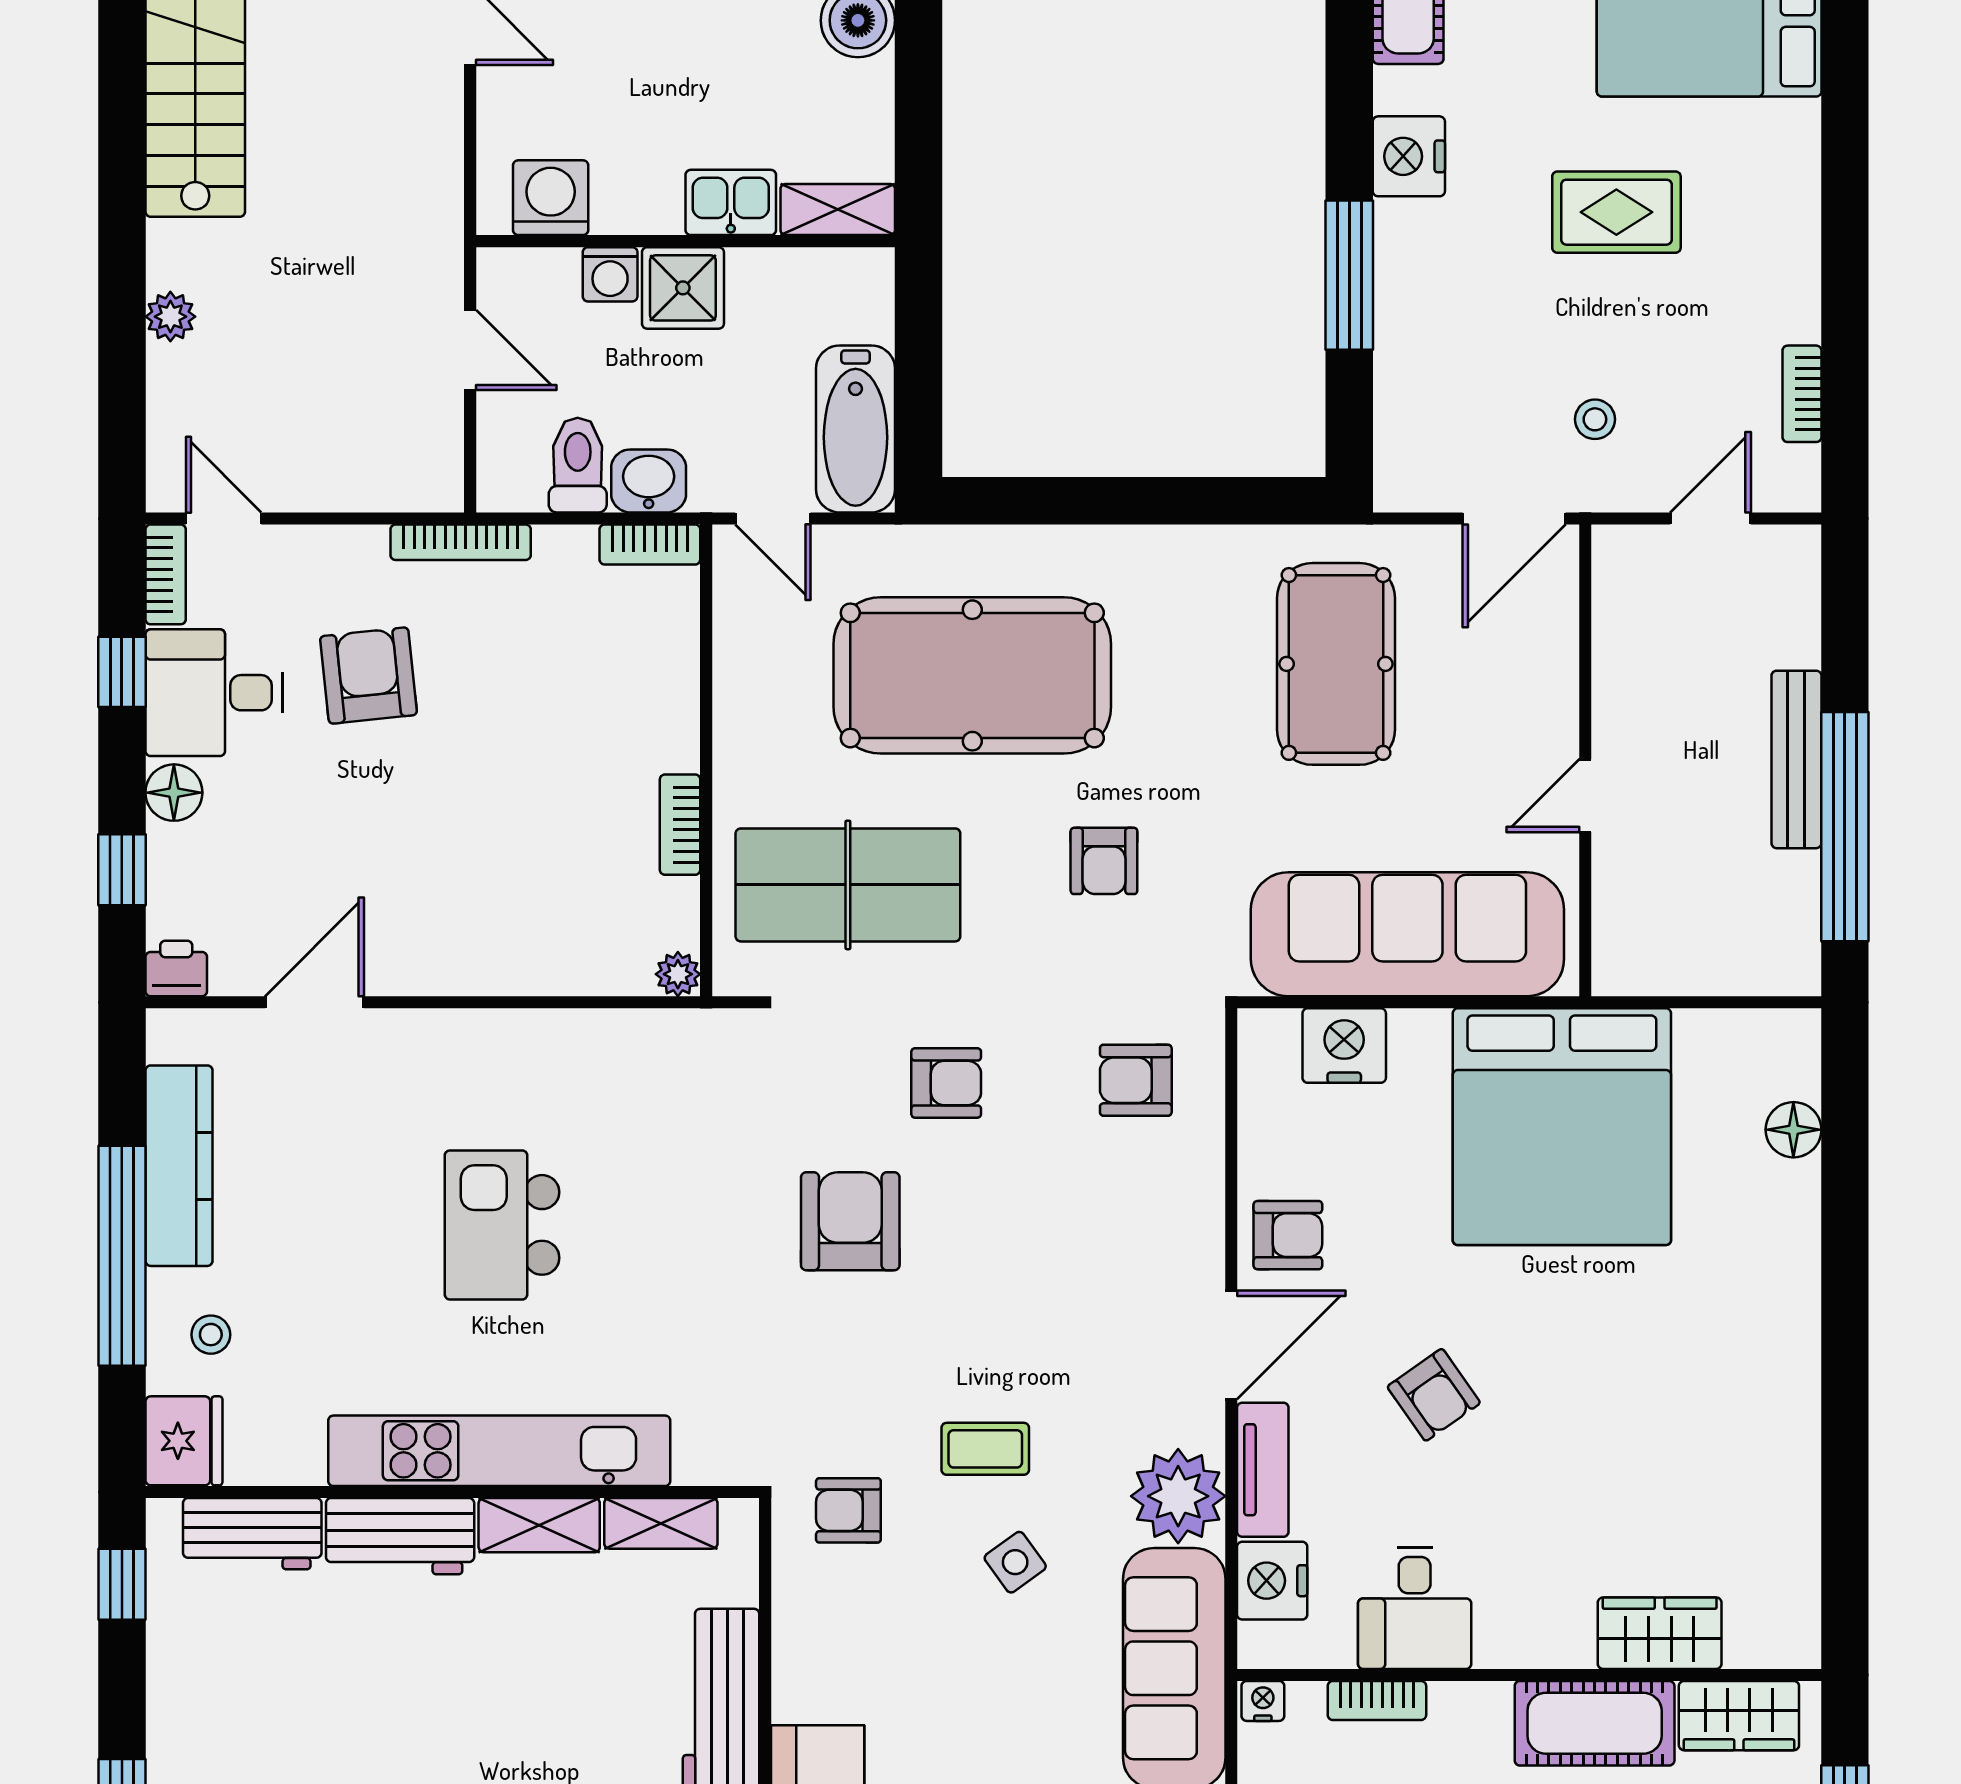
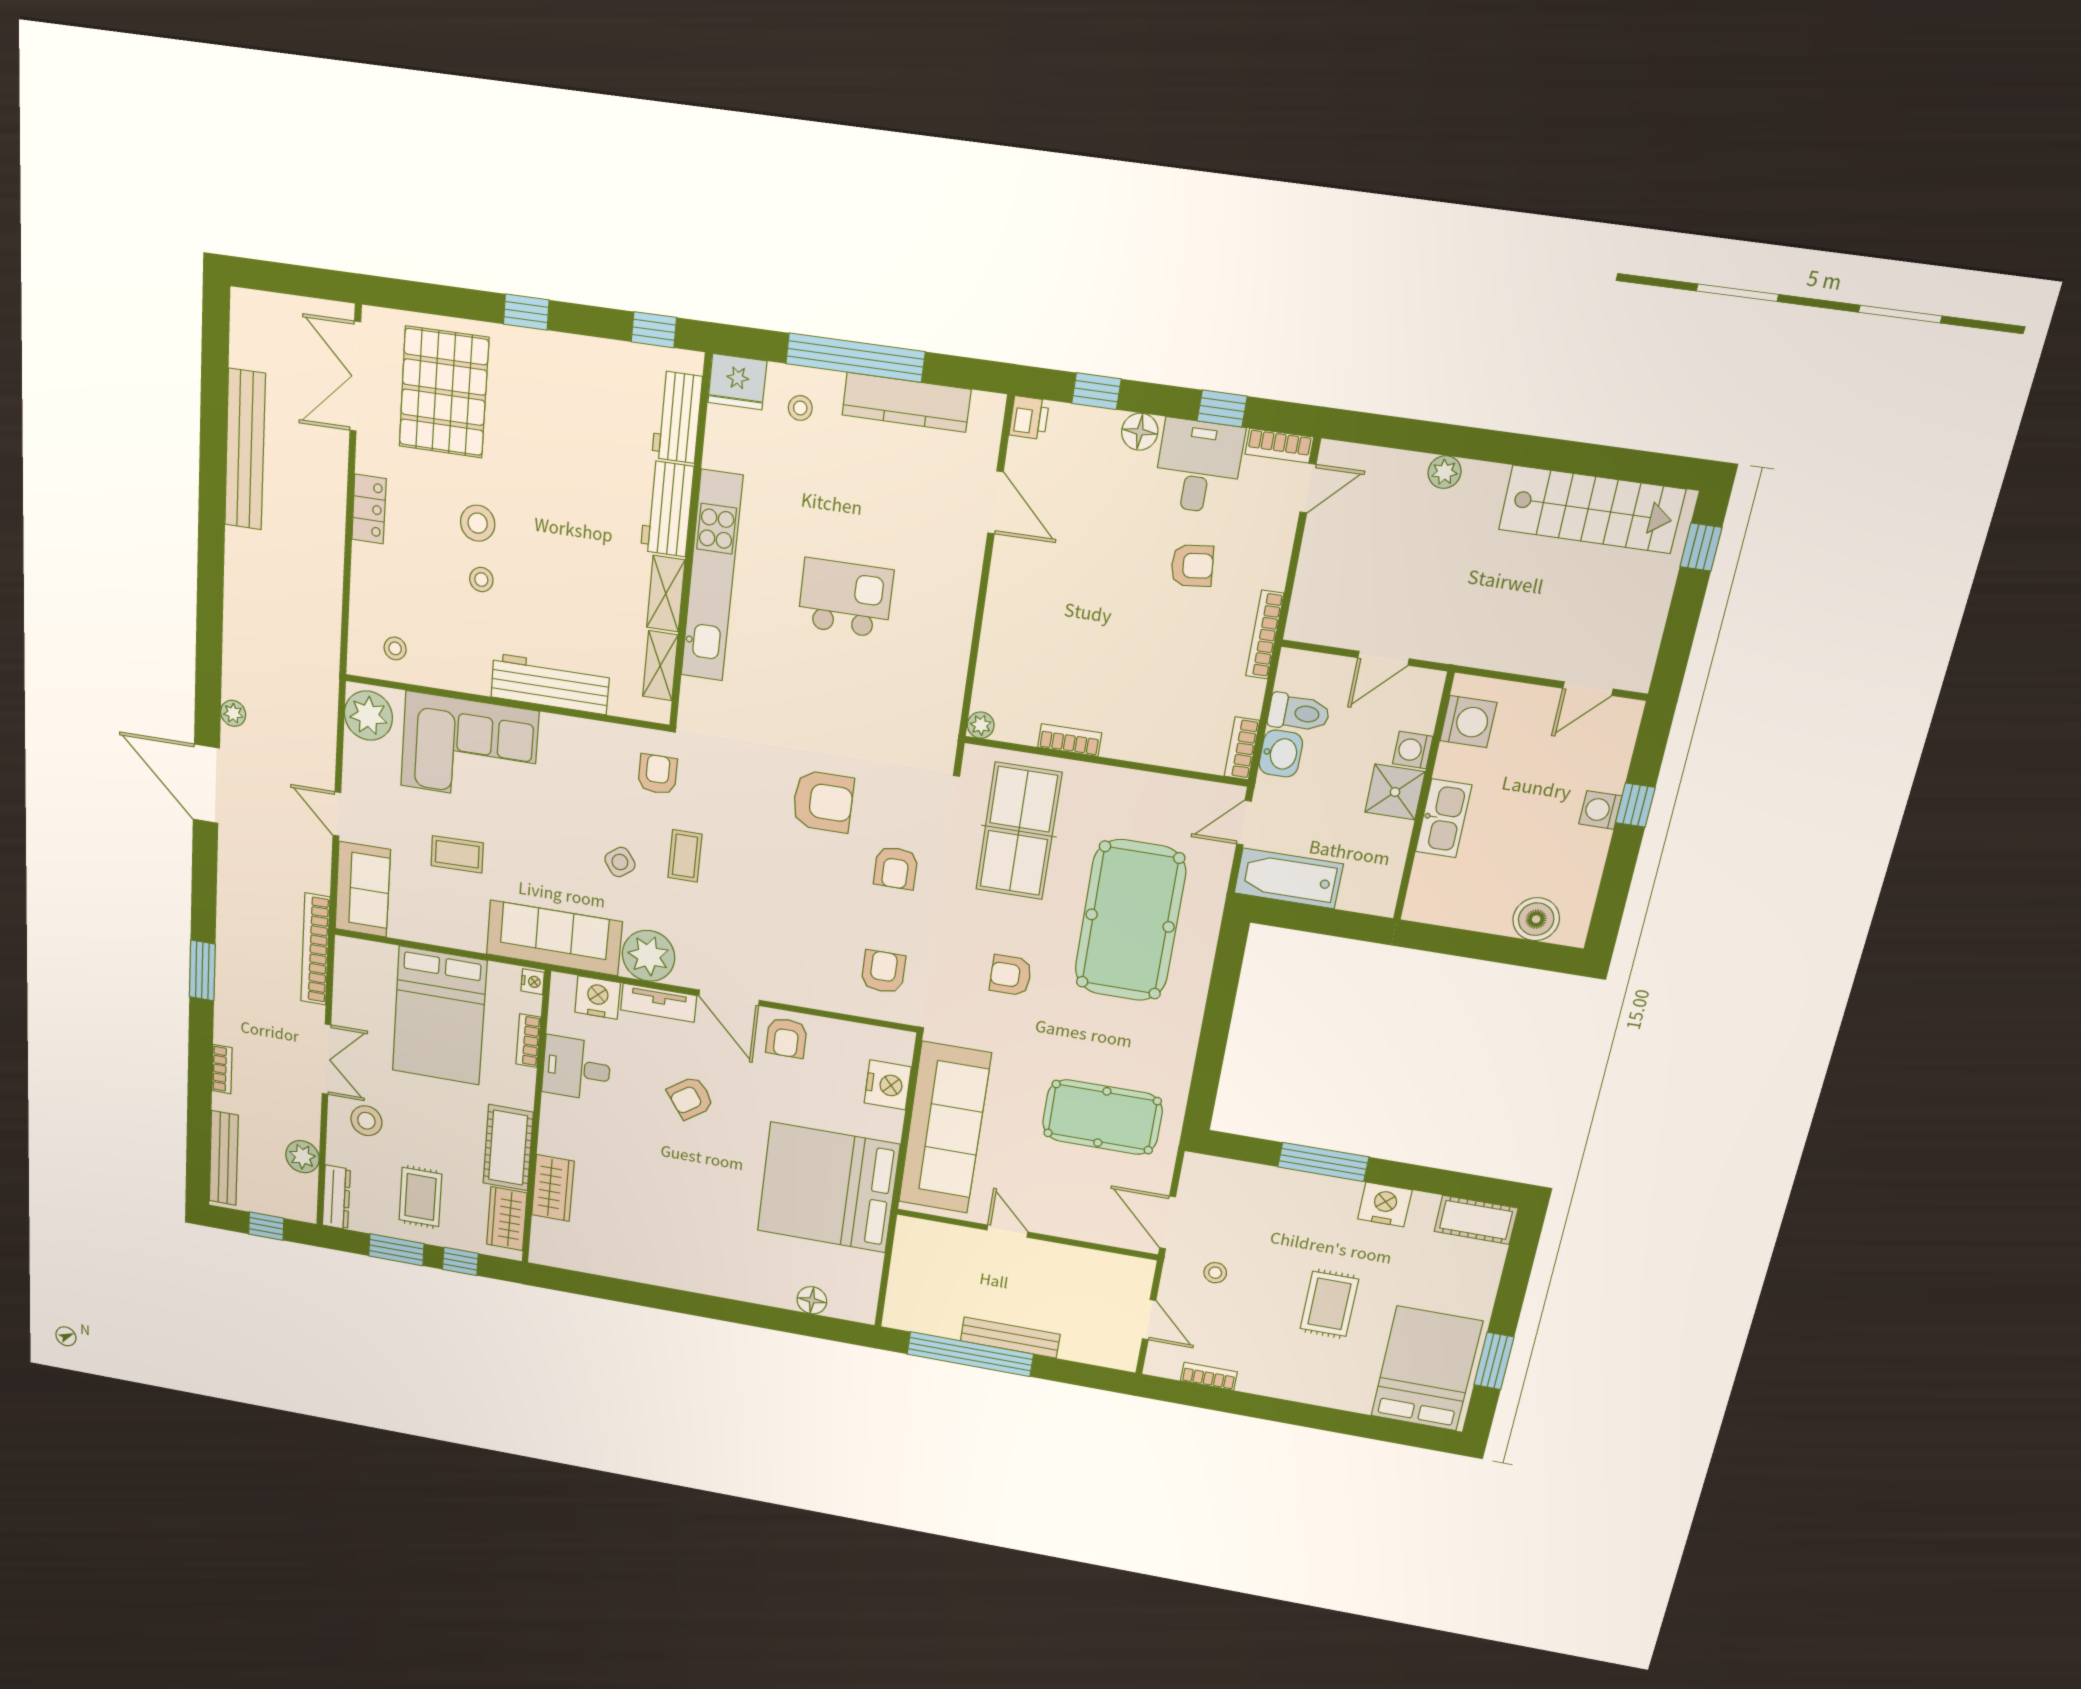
kitchen sink: (731, 202) -> (1444, 818), width x1.38
shelving: (838, 210) -> (1423, 889), removed
armchair: (369, 676) -> (1192, 566), width x0.72, depth x0.72

